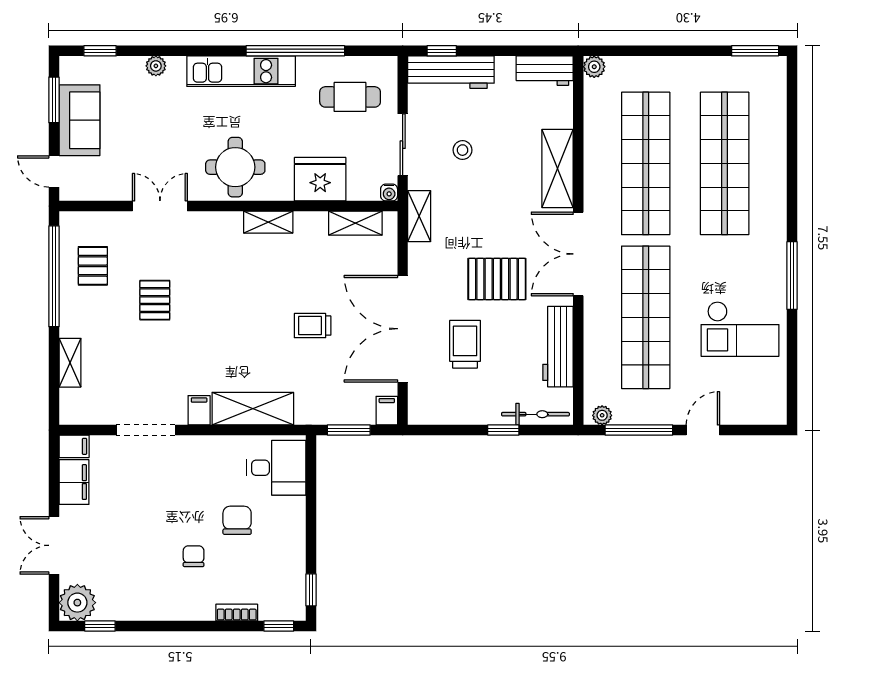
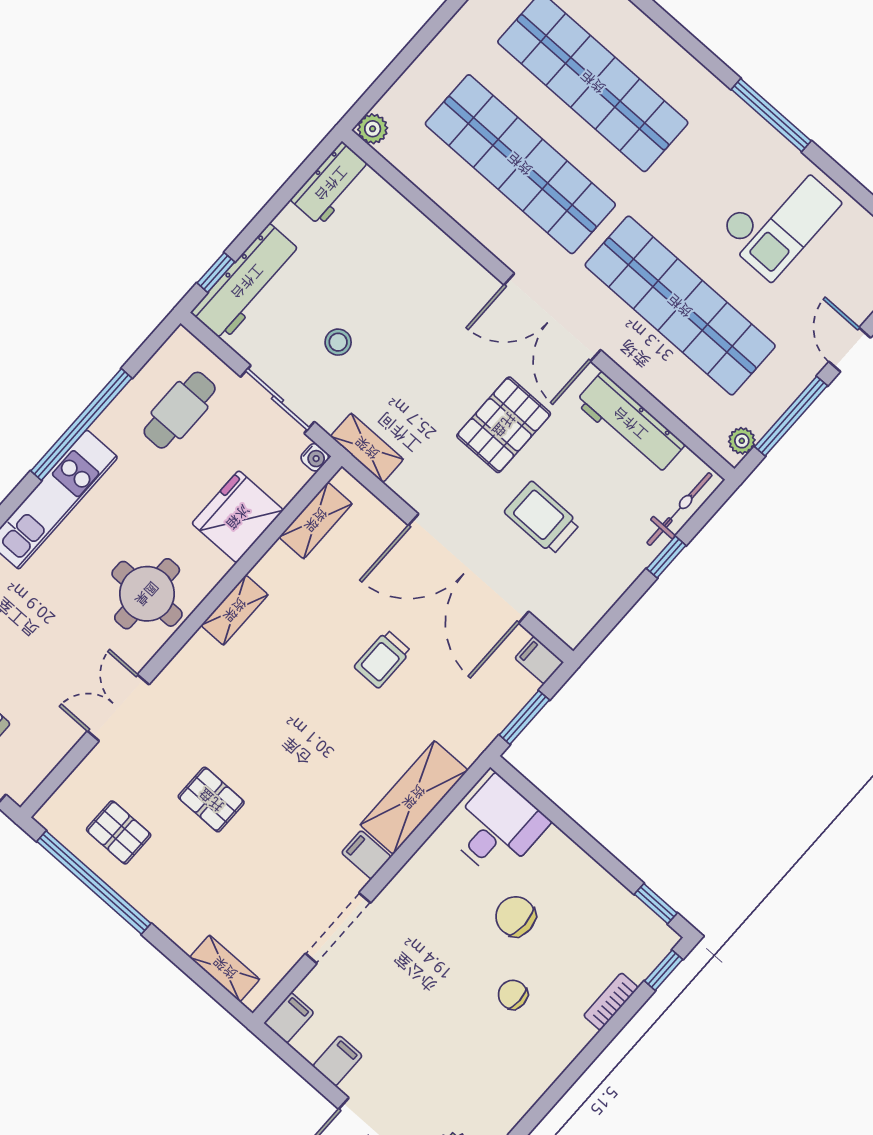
shelving: (558, 169) -> (445, 260), removed
shelving: (70, 363) -> (225, 968), moved
filing cabinet: (74, 482) -> (338, 1061), width x0.50

